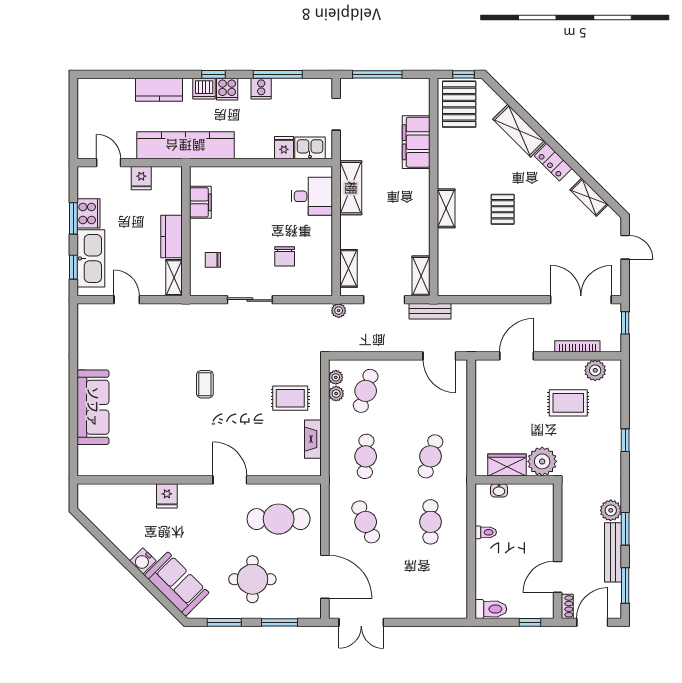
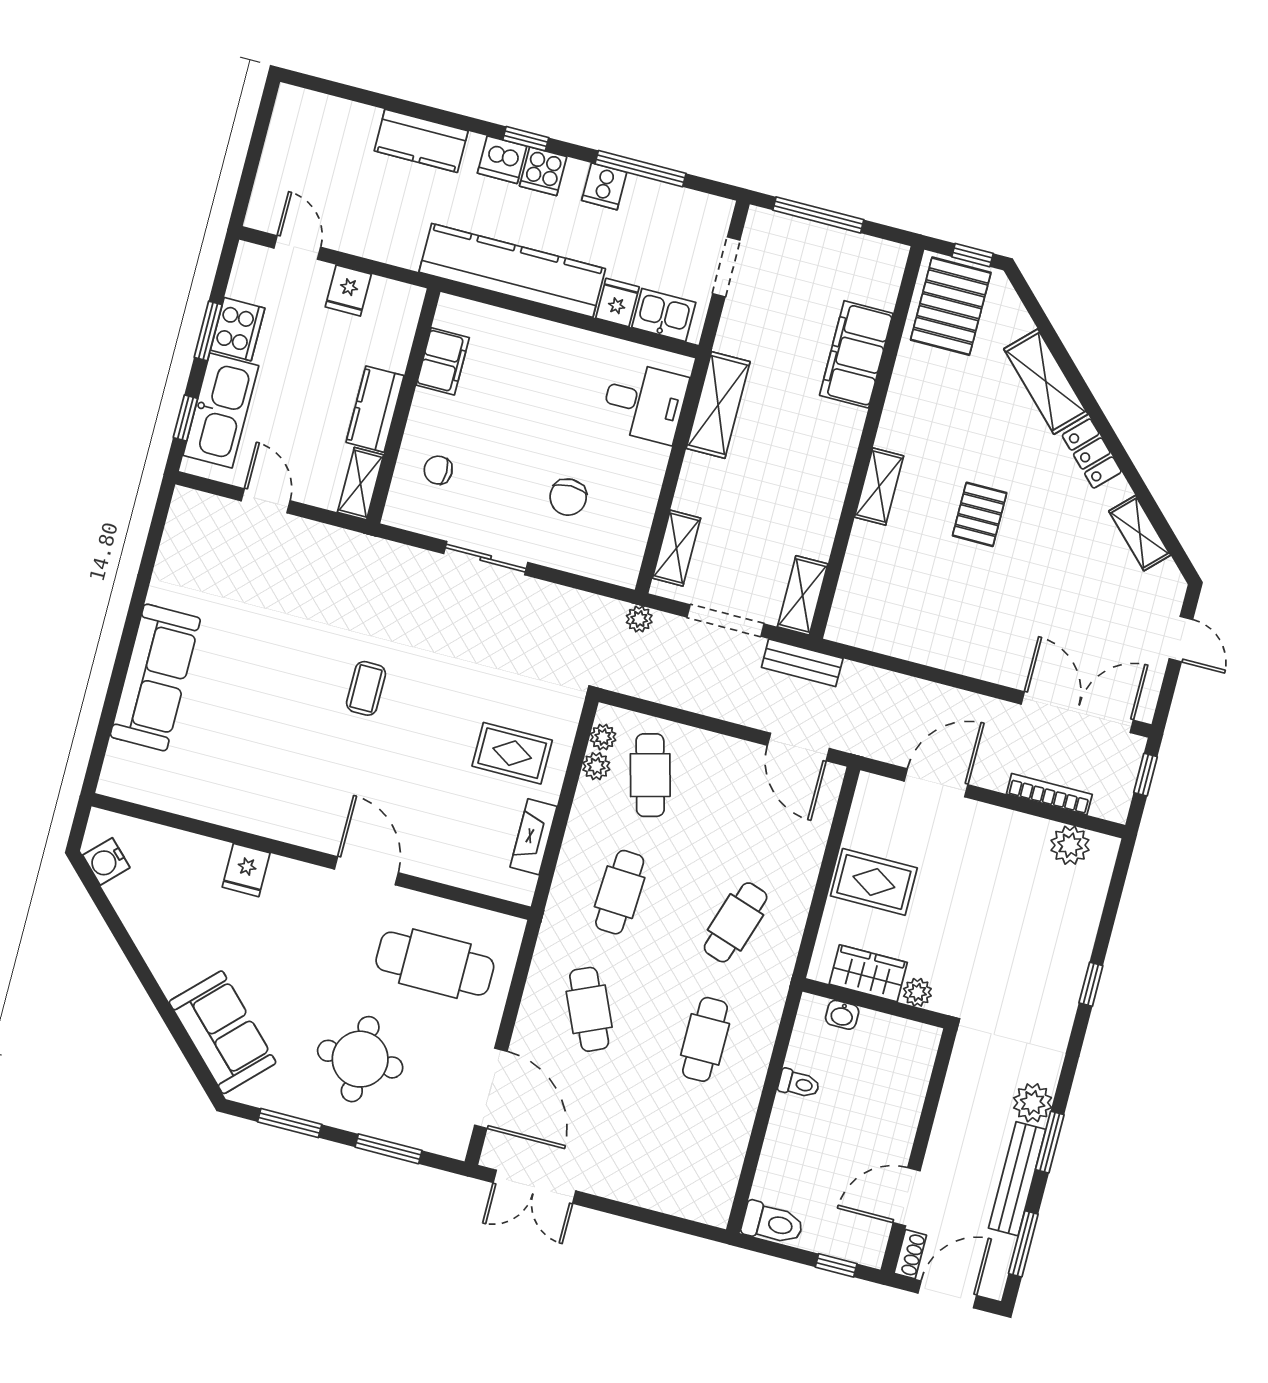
kitchen counter: (185, 145) -> (512, 270), moved
cafe table: (366, 391) -> (650, 775), turned -33
rug: (568, 403) -> (874, 882), moved
plant: (542, 461) -> (917, 992), width x0.53, depth x0.53
water cooler: (143, 561) -> (106, 861), moved

